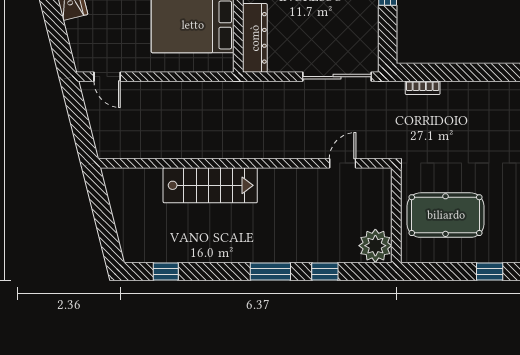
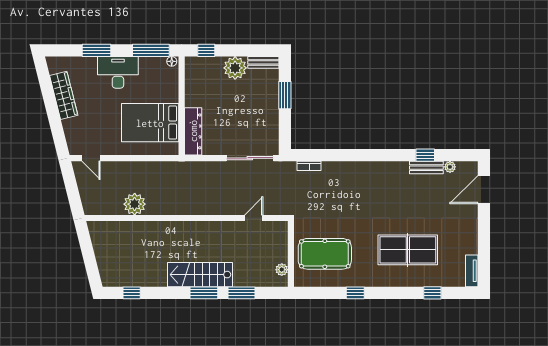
plant: (170, 143) -> (135, 204), added
stairs: (210, 185) -> (200, 275), moved, turned 180
plant: (375, 246) -> (282, 270), width x0.53, depth x0.53
window: (325, 272) -> (242, 293), width x1.50

